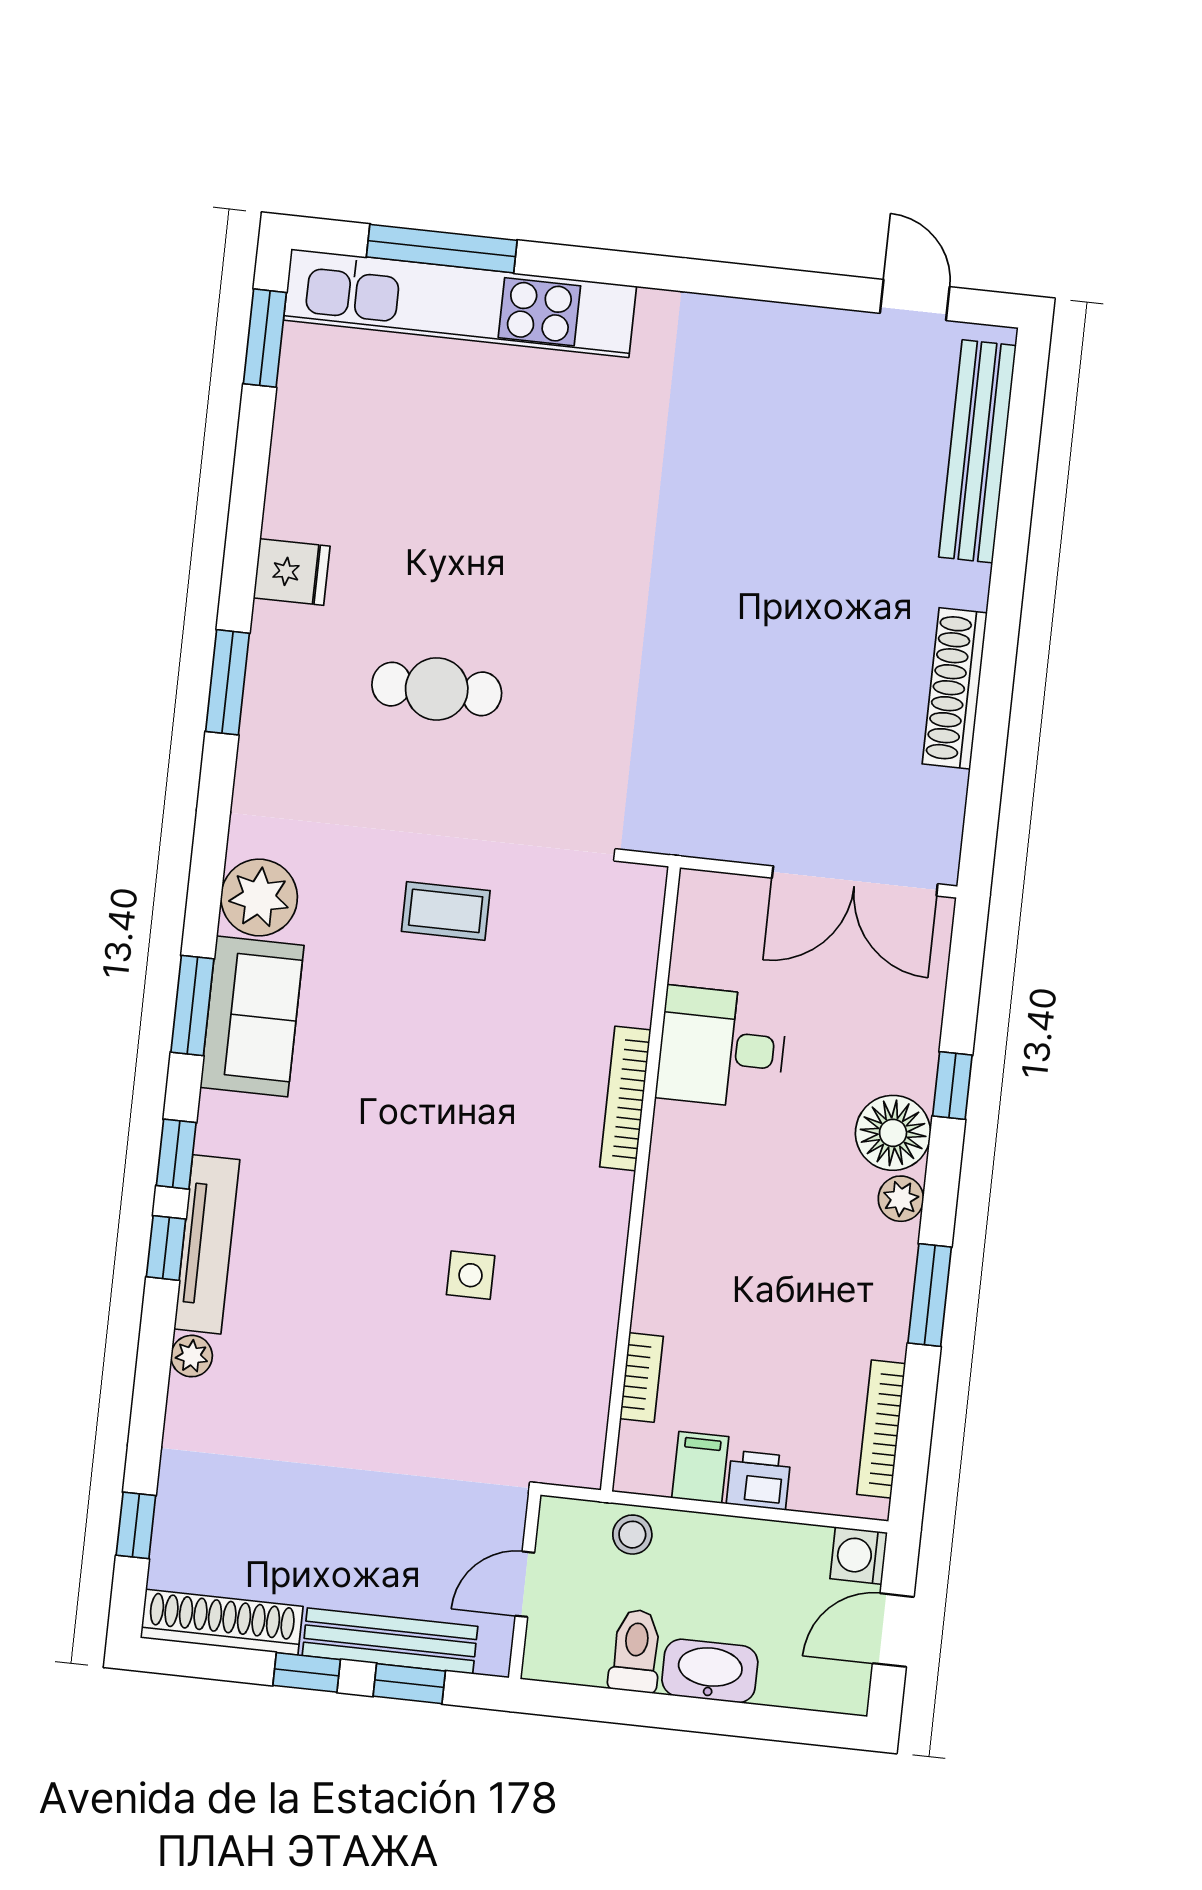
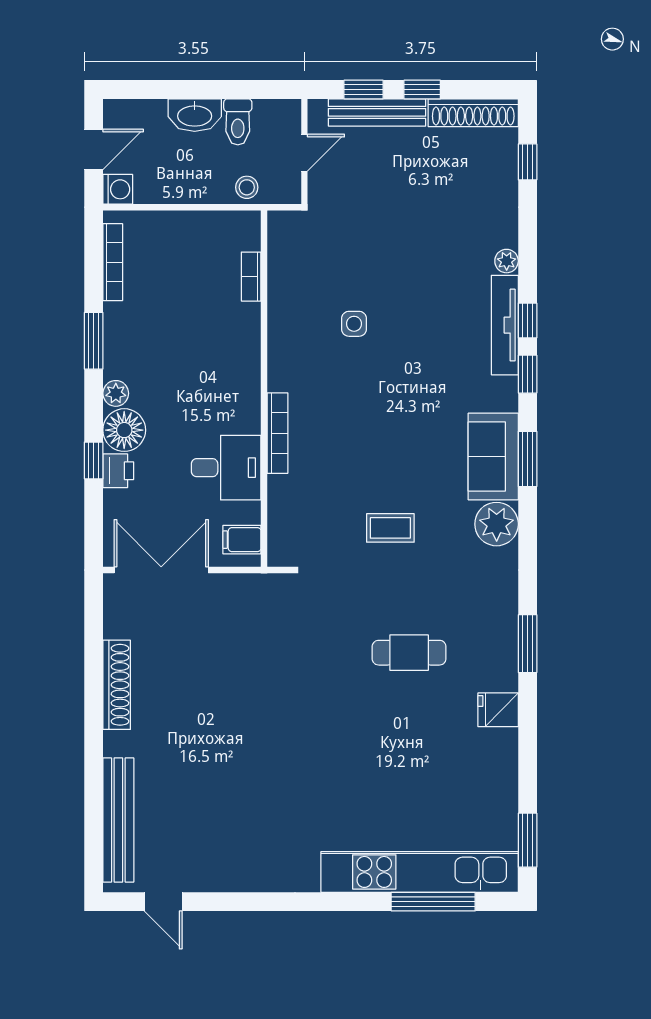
filing cabinet: (700, 1467) -> (242, 540), moved, turned 90
printer: (759, 1480) -> (118, 471), moved, turned -90

